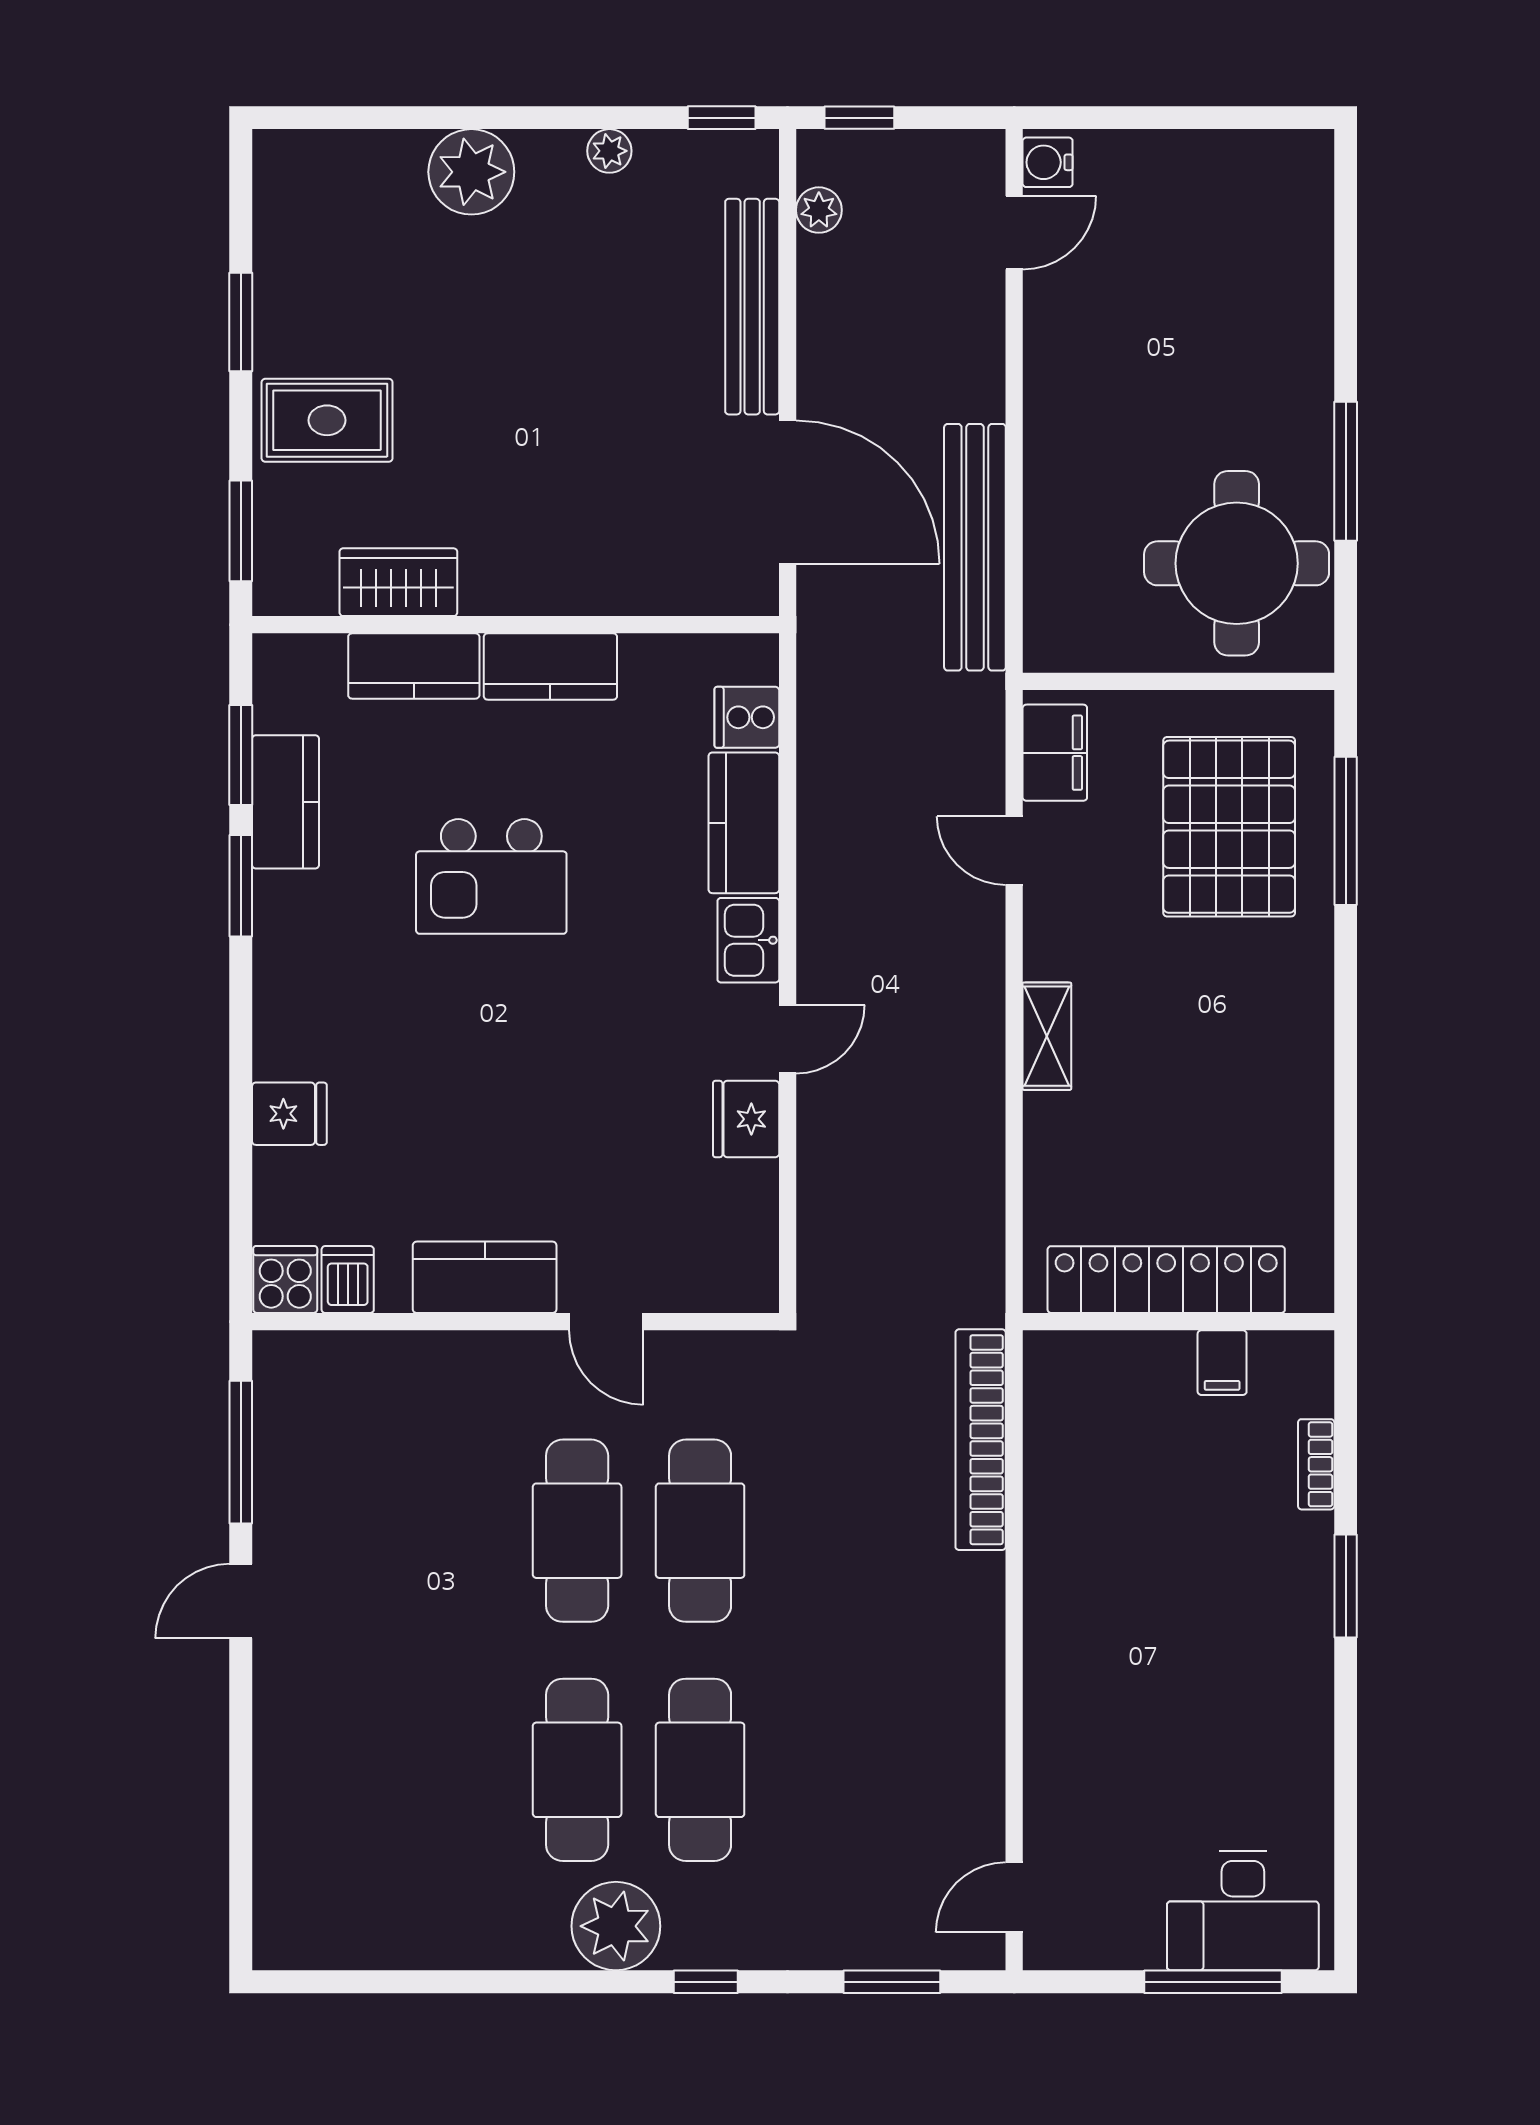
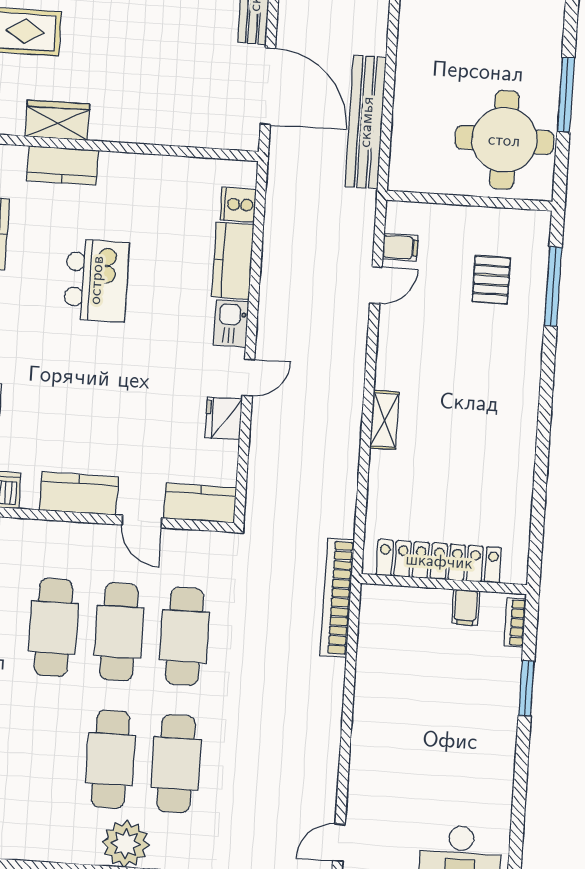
kitchen counter: (550, 667) -> (200, 503), moved, turned 180
filing cabinet: (1055, 753) -> (400, 247), width x0.50
pallet: (1229, 827) -> (491, 280), width x0.49, depth x0.50
door: (1014, 851) -> (376, 285), swing flipped
kitchen island: (491, 876) -> (96, 280), turned -90
shelving: (1047, 1036) -> (384, 420), moved
locker: (1166, 1280) -> (439, 561), moved
wall: (1178, 1322) -> (444, 584), moved
filing cabinet: (1222, 1363) -> (466, 607), moved
cafe table: (454, 1531) -> (53, 627), added

